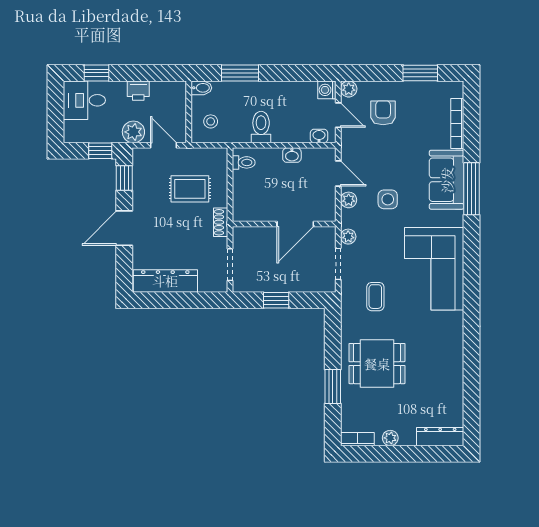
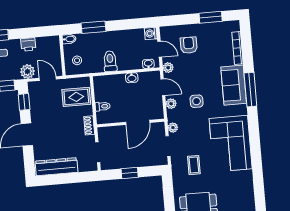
plant: (349, 89) -> (168, 68), moved
toilet: (244, 162) -> (103, 106), moved
rug: (190, 189) -> (76, 97), moved

